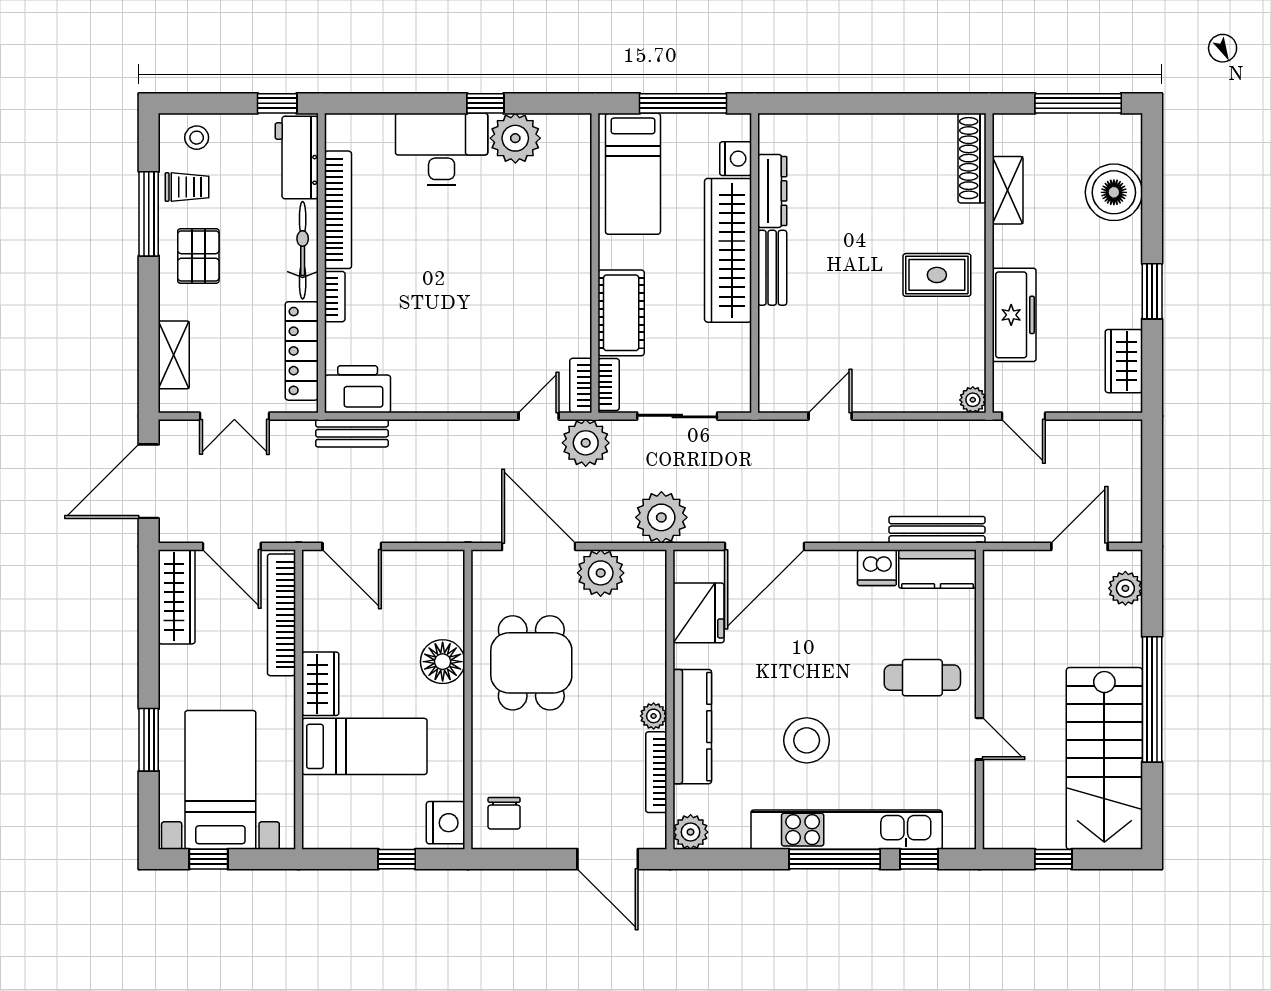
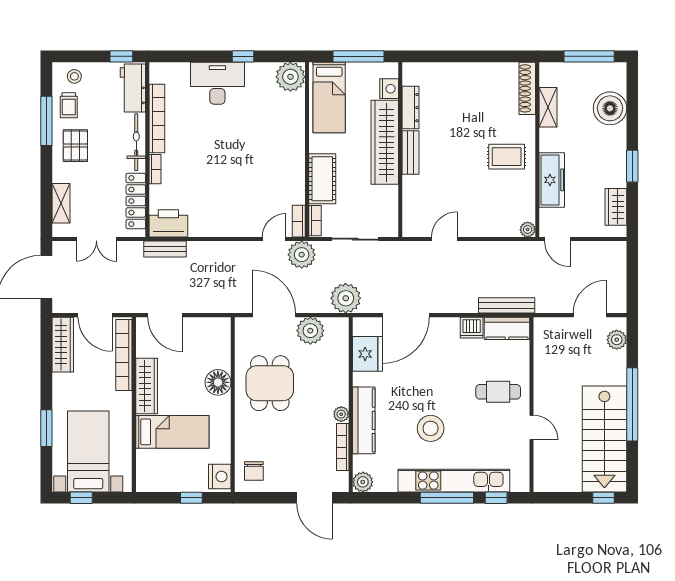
plant: (515, 138) -> (290, 77), moved
trolley: (187, 187) -> (69, 105), turned 90
wardrobe: (320, 684) -> (147, 386), width x1.50
window: (1053, 859) -> (603, 498), moved

